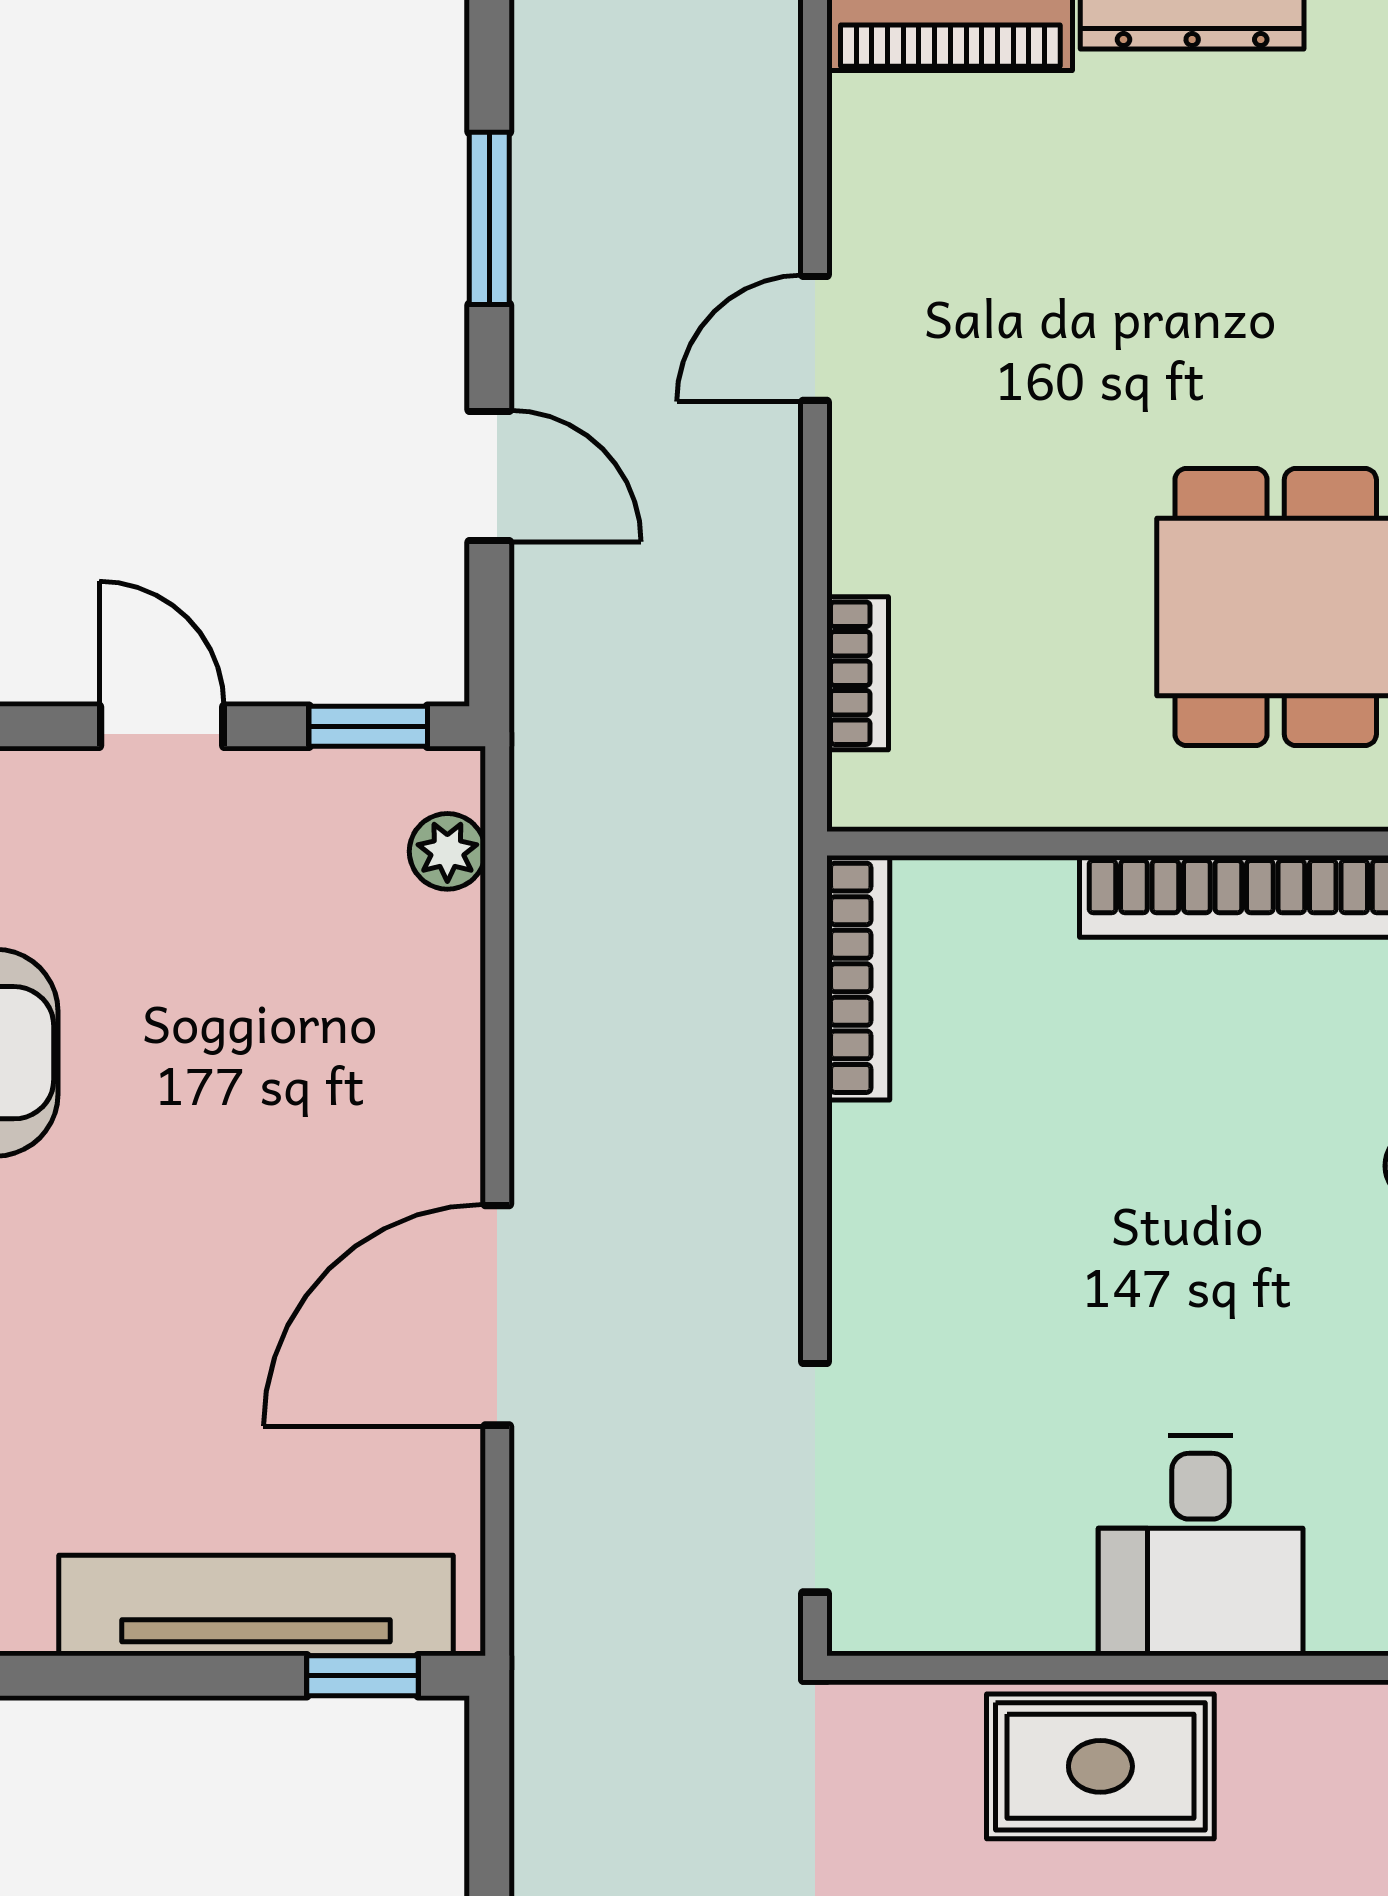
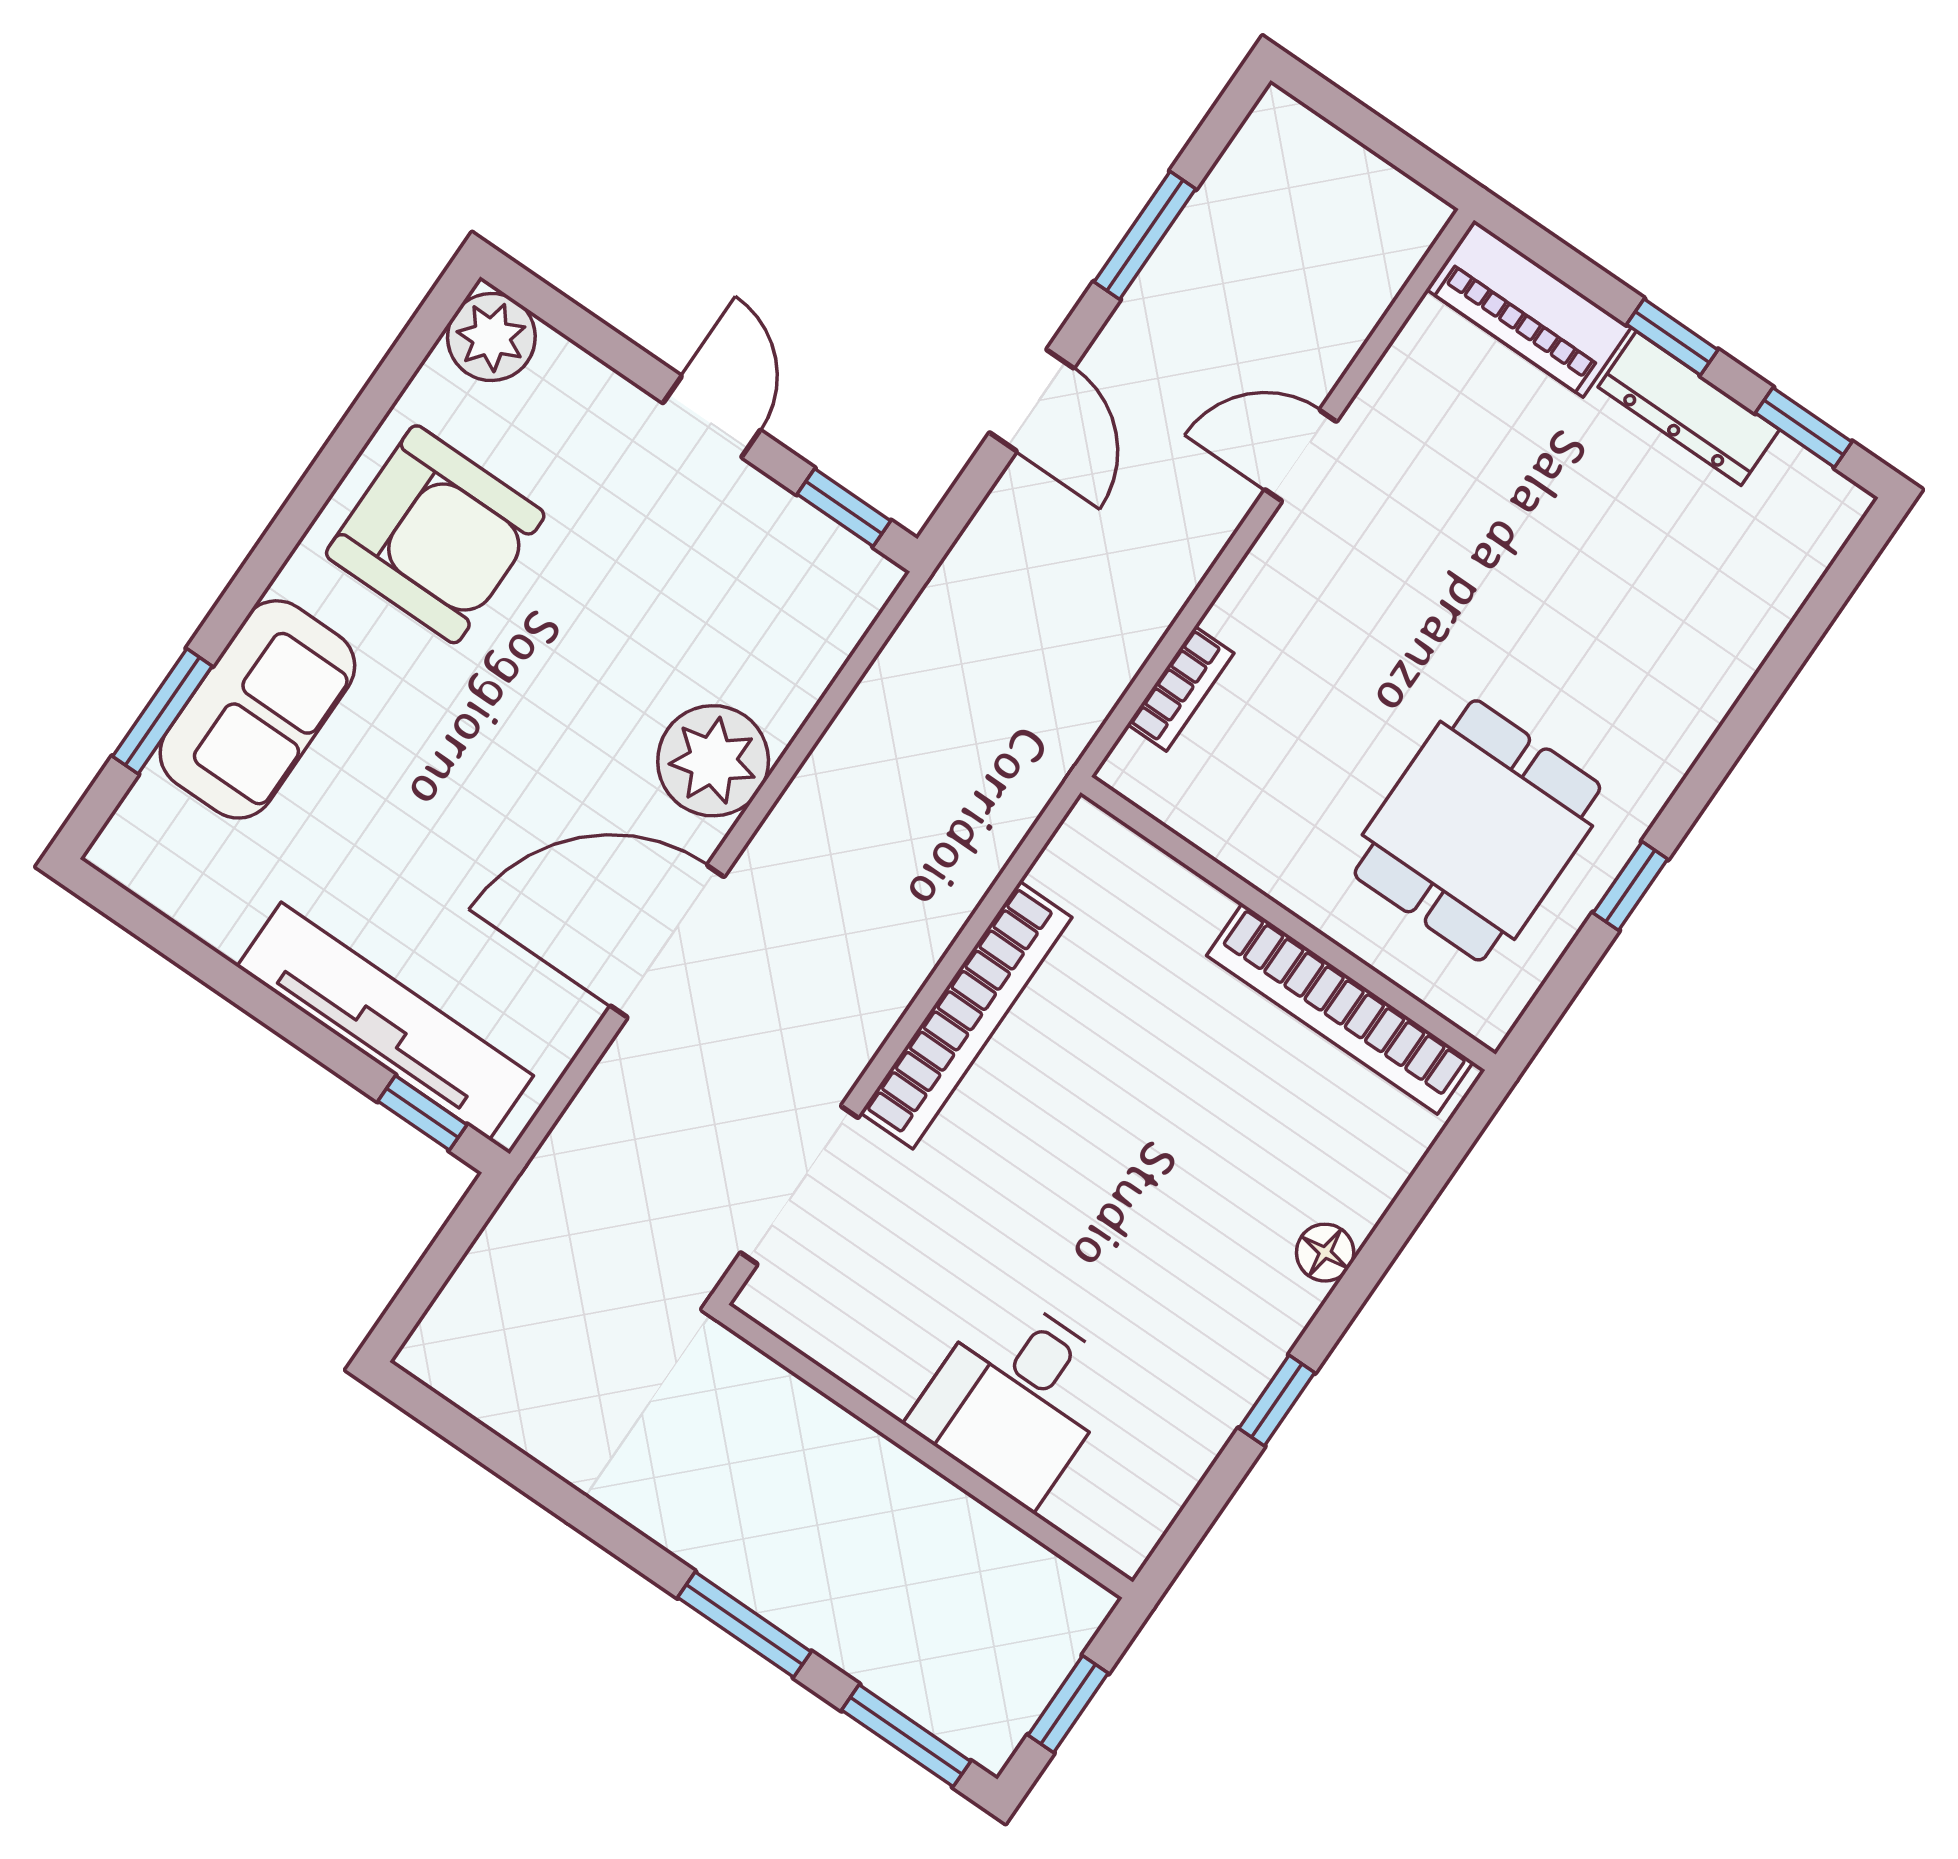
plant: (447, 851) -> (713, 761), moved, width x1.87, depth x1.87
bookcase: (858, 978) -> (966, 1015), moved, width x1.48, depth x1.31
rug: (1100, 1766) -> (855, 1496), removed

